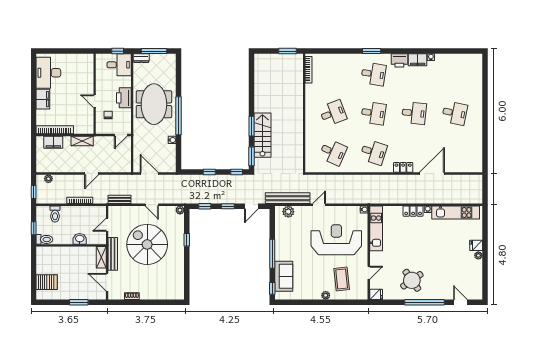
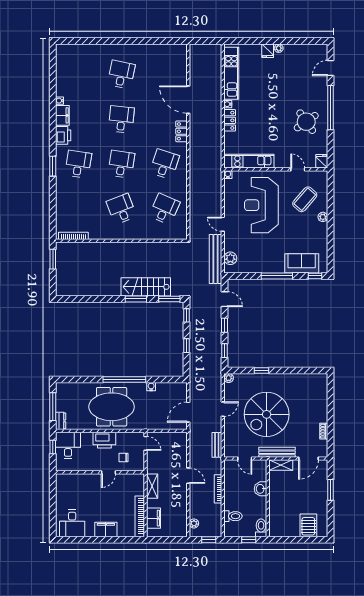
desk: (48, 73) -> (72, 523), width x0.73
coffee table: (342, 279) -> (305, 199), turned -43

